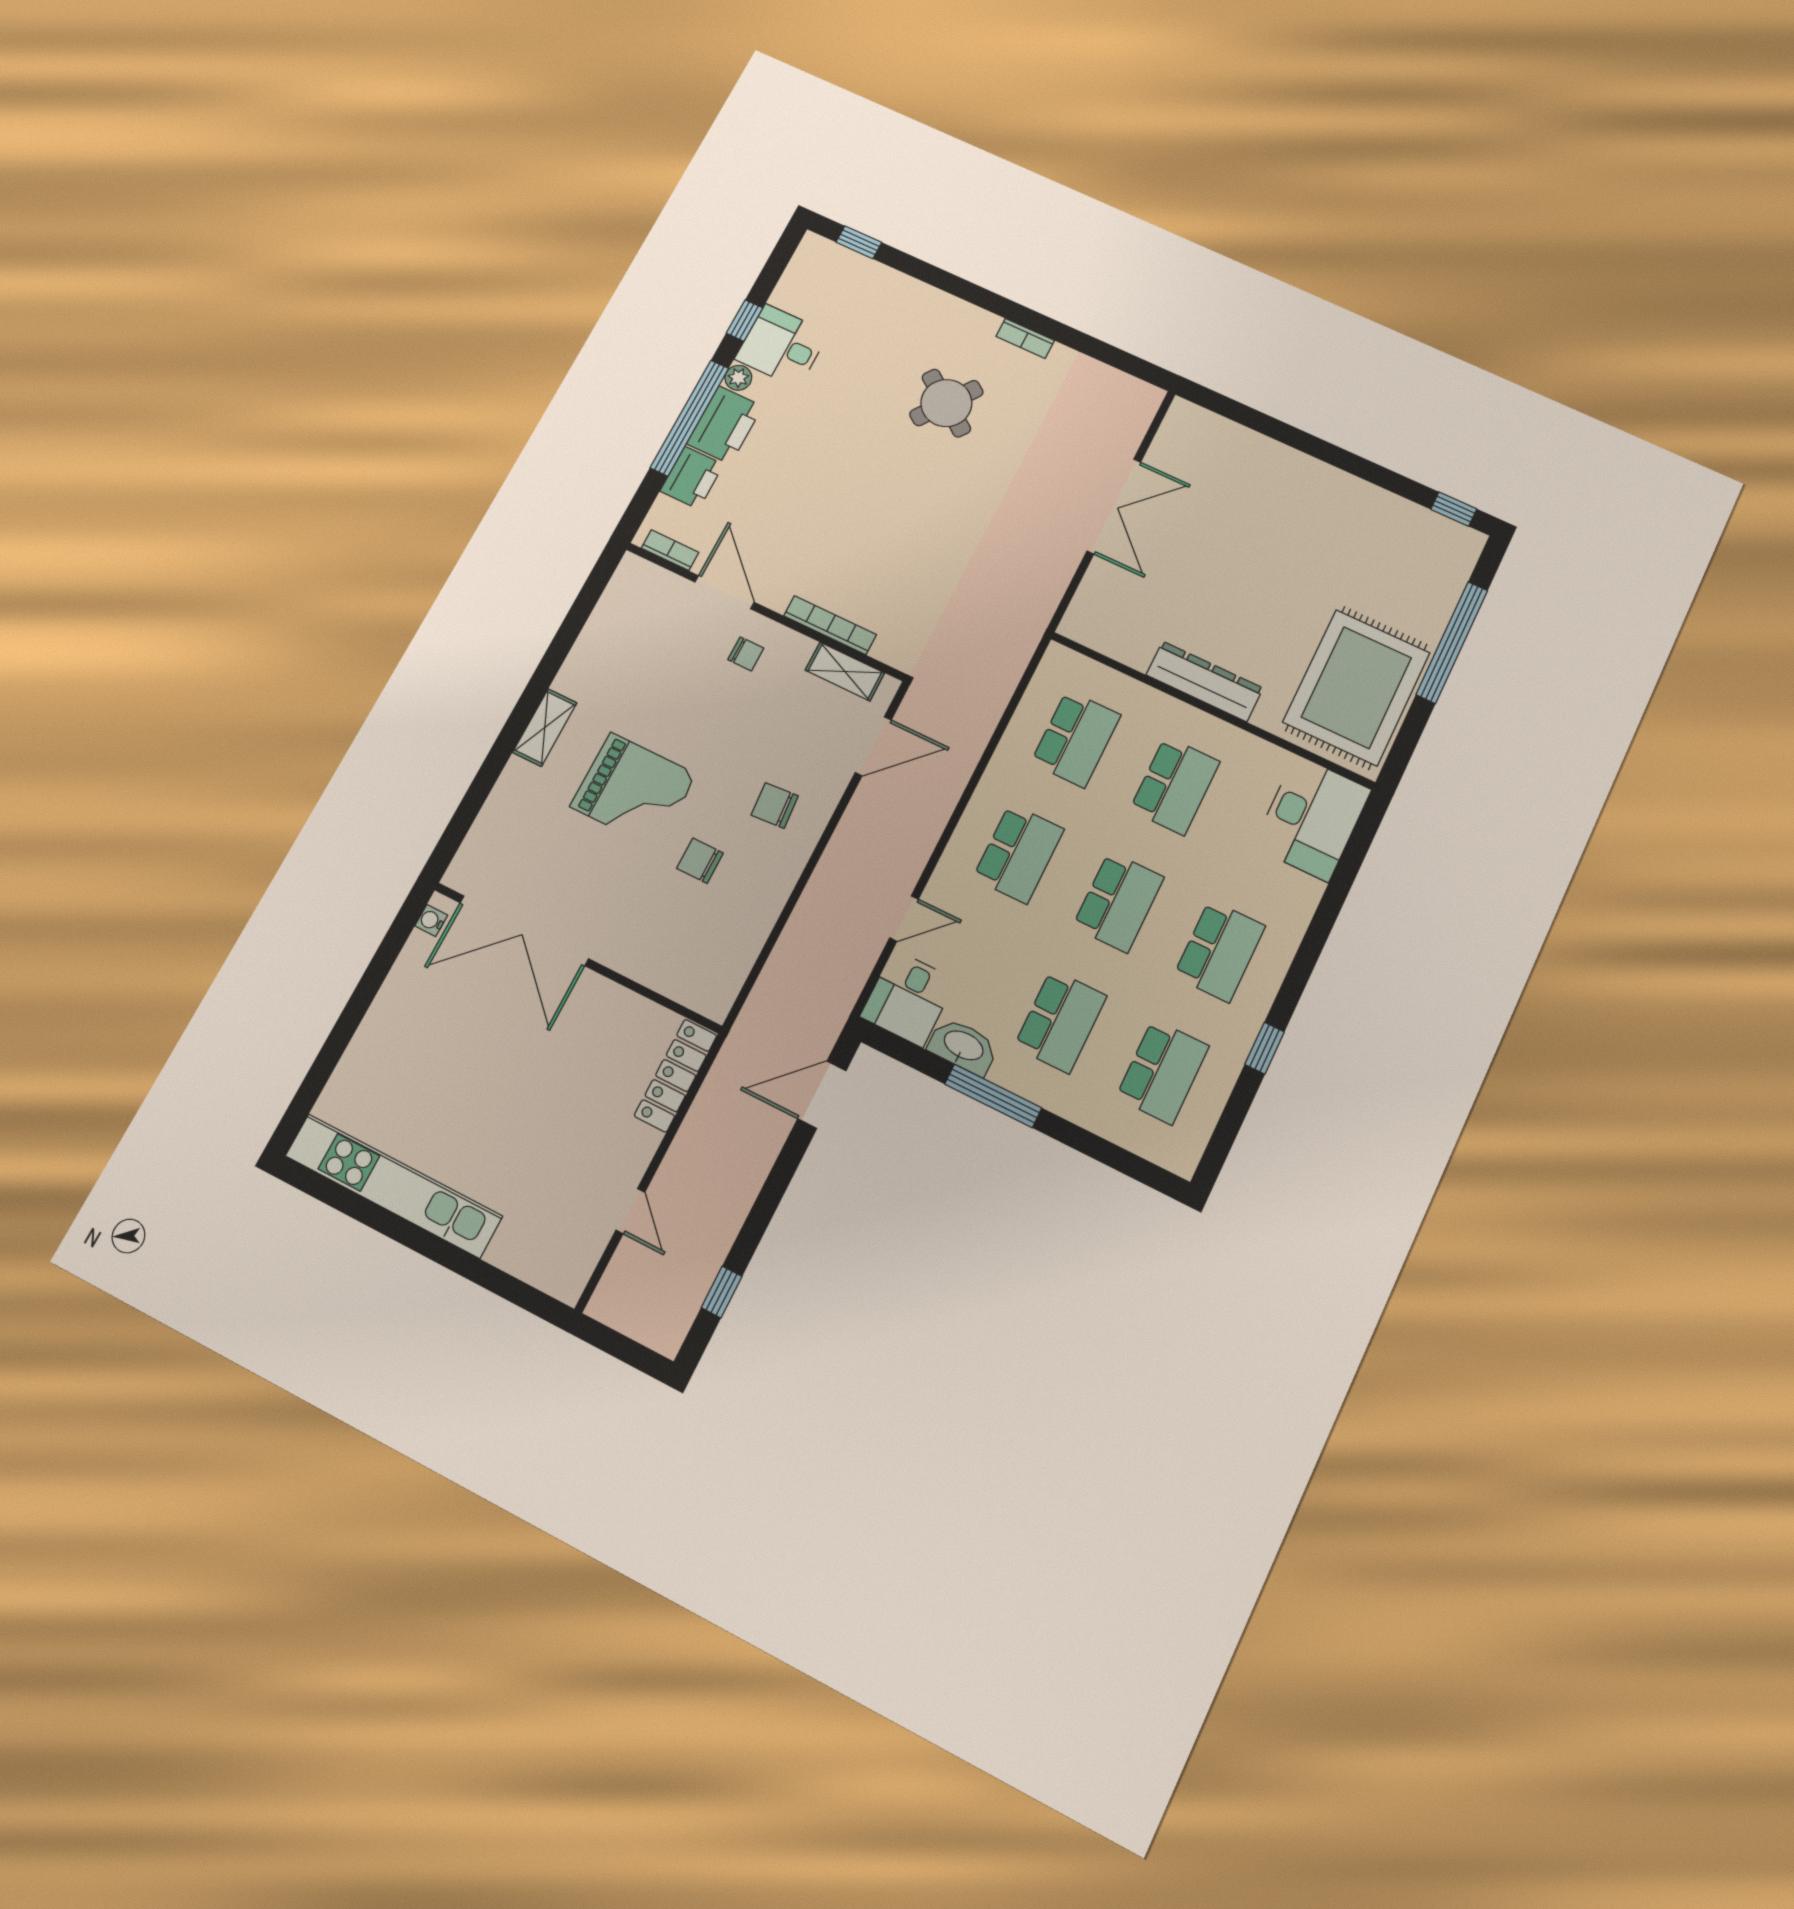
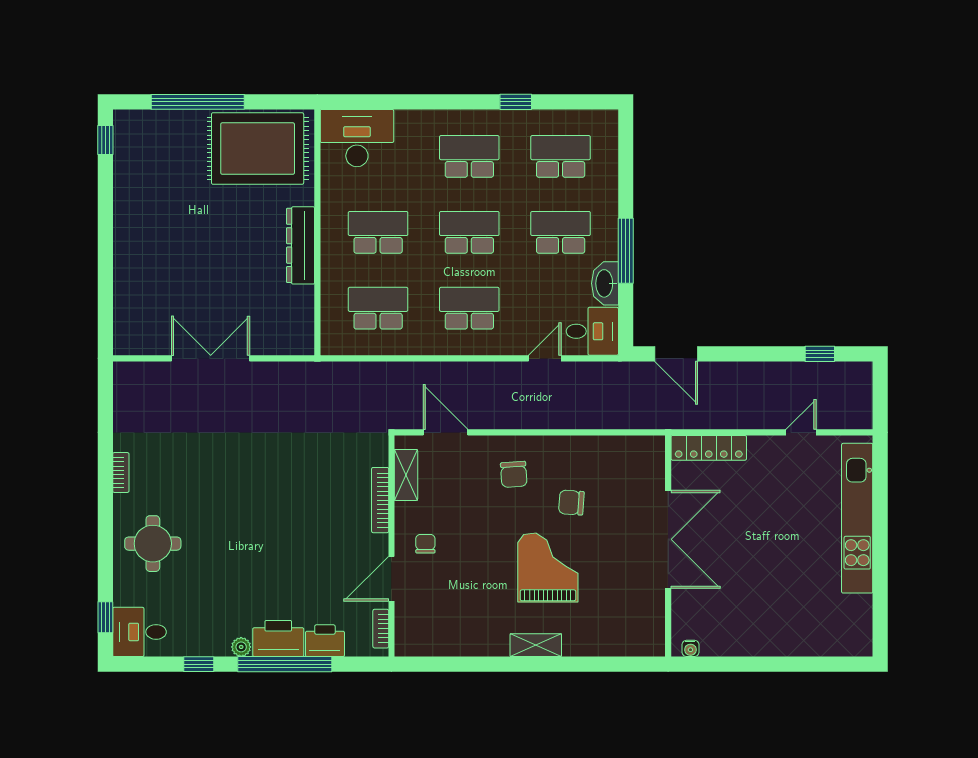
desk: (782, 346) -> (140, 632), moved, turned 90
round table: (946, 403) -> (153, 544), moved, turned -36
chair: (700, 861) -> (571, 503), turned 94
door: (904, 918) -> (545, 358), hinge flipped
double door: (524, 931) -> (668, 539), moved
kitchen unit: (393, 1186) -> (857, 518), moved

